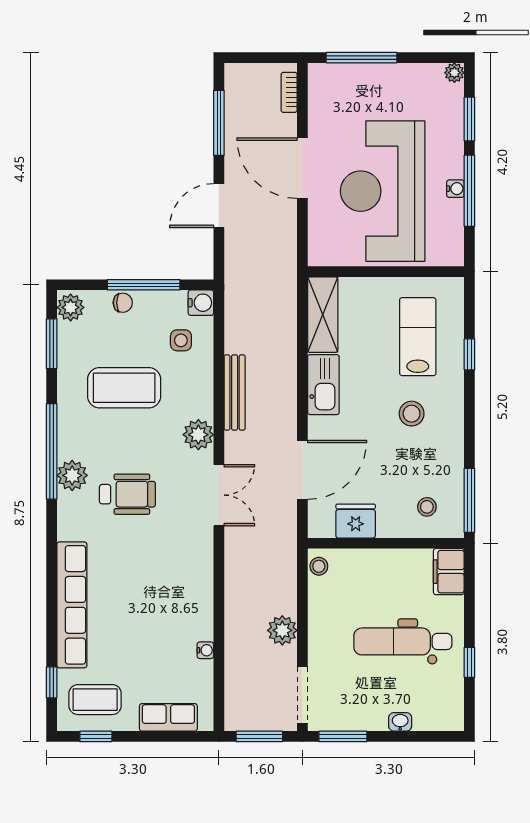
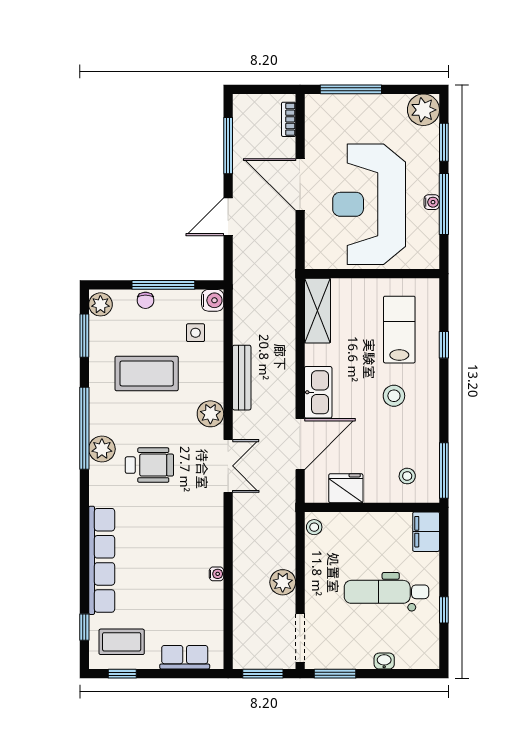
plant: (454, 73) -> (423, 110), width x1.88, depth x1.88
chair: (123, 303) -> (145, 300), turned 90
kitchen sink: (323, 385) -> (318, 392), moved
water cooler: (205, 650) -> (217, 574), moved

